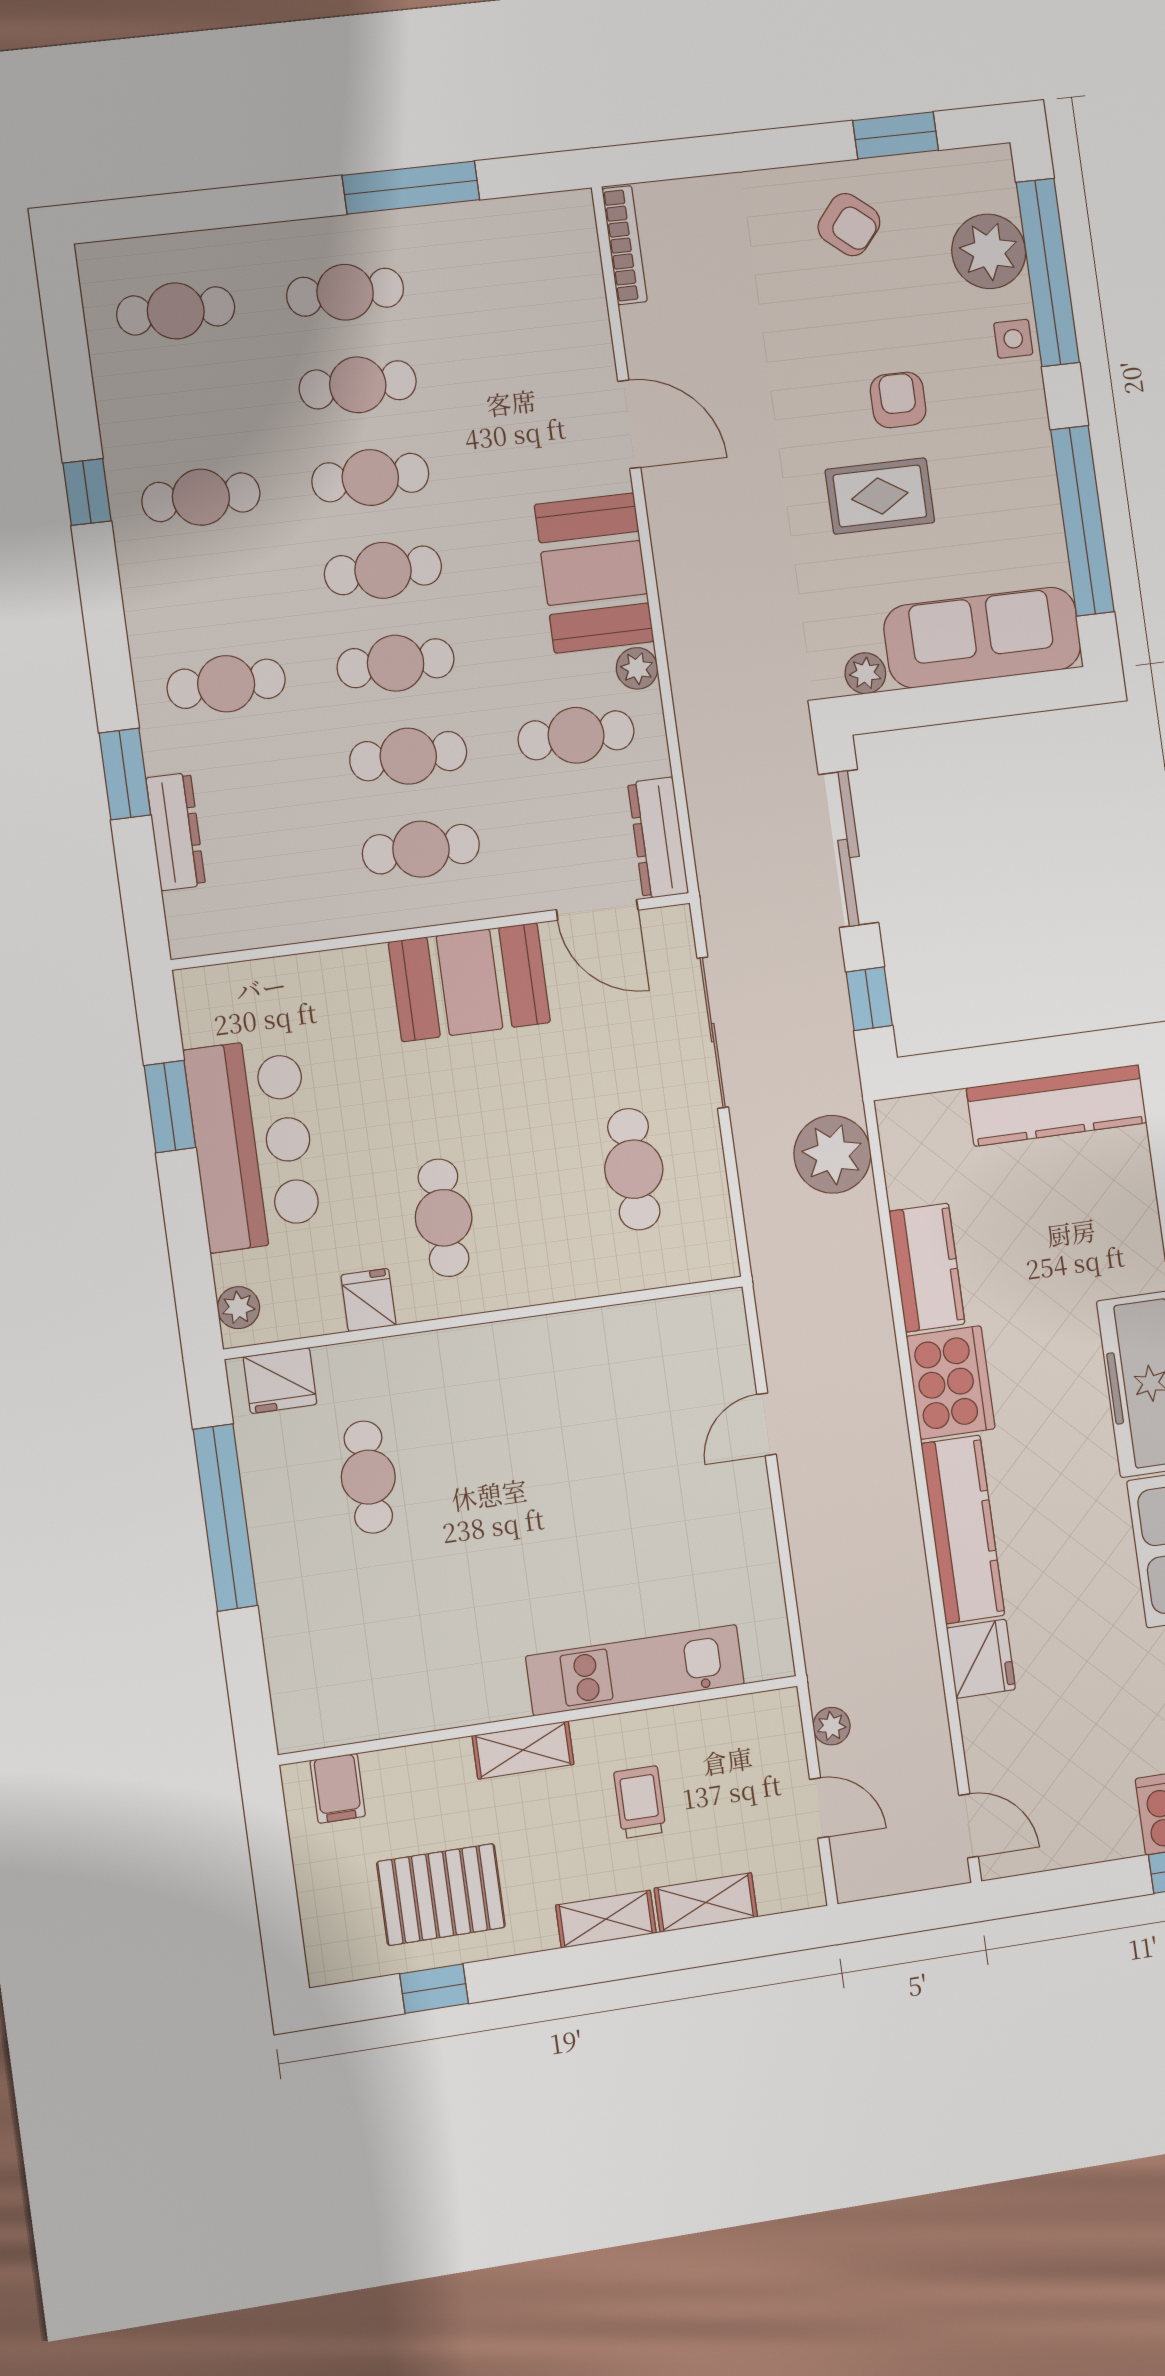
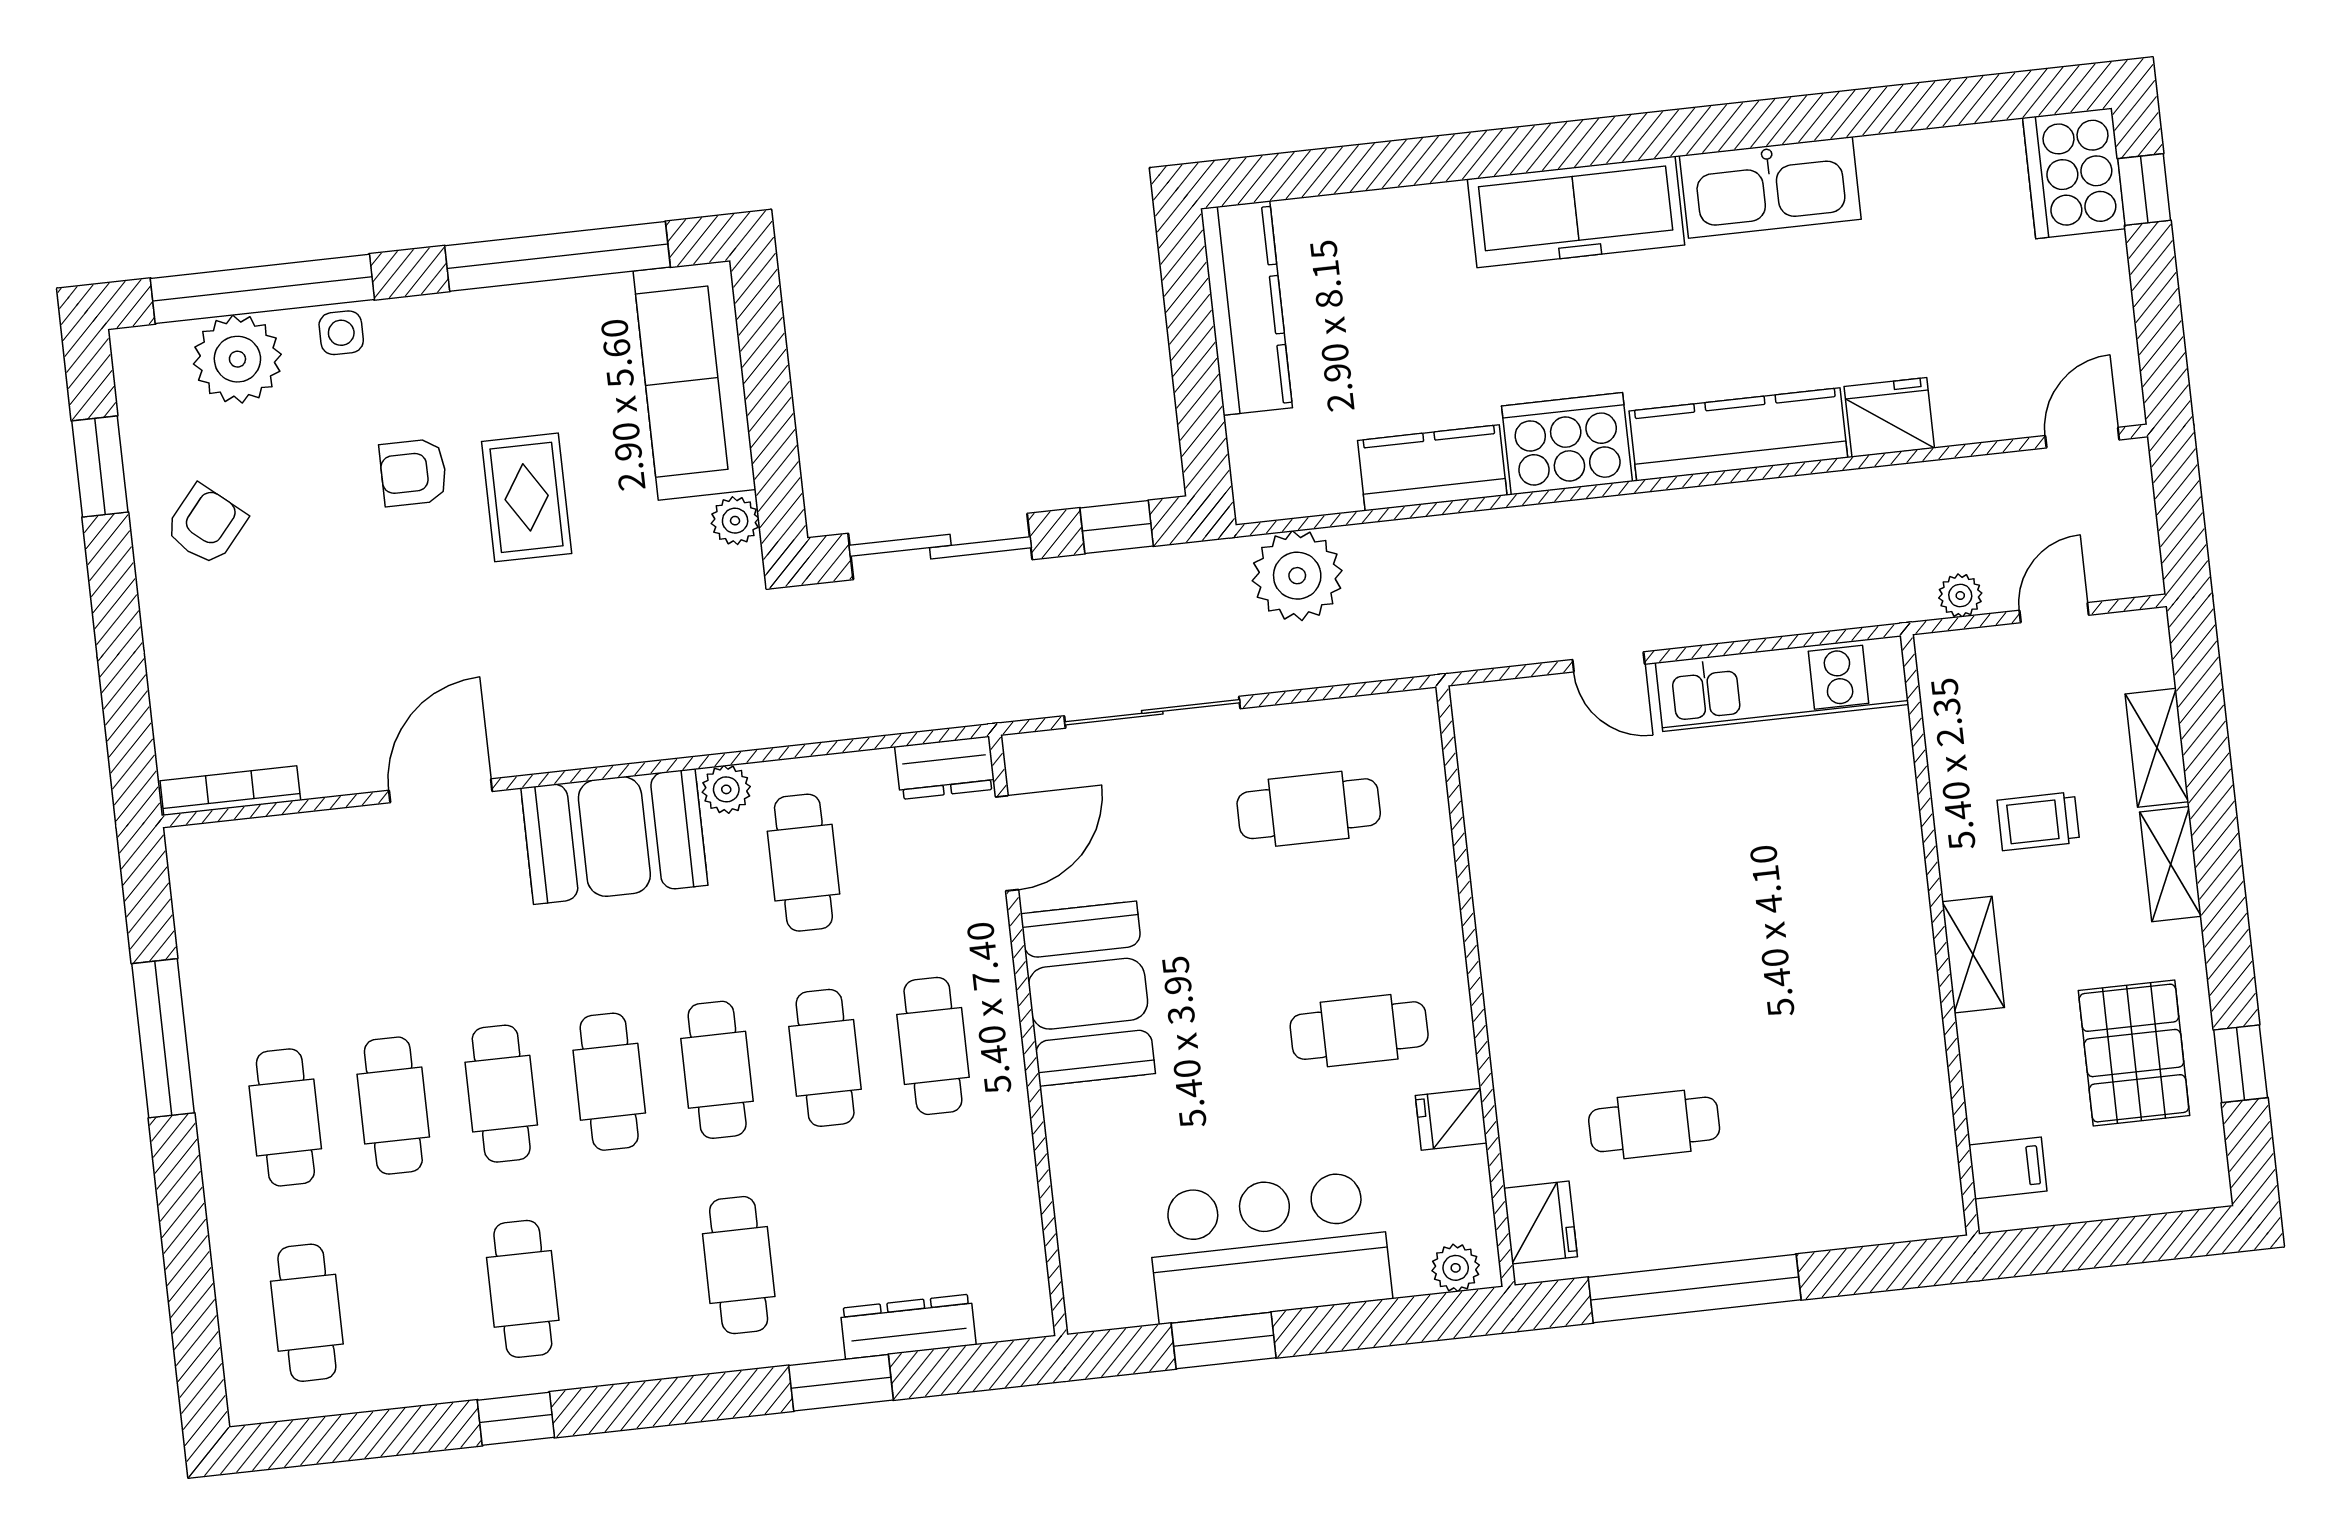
dresser: (658, 838) -> (945, 768), width x0.70
kitchen unit: (635, 1670) -> (1782, 683), moved, turned -90

